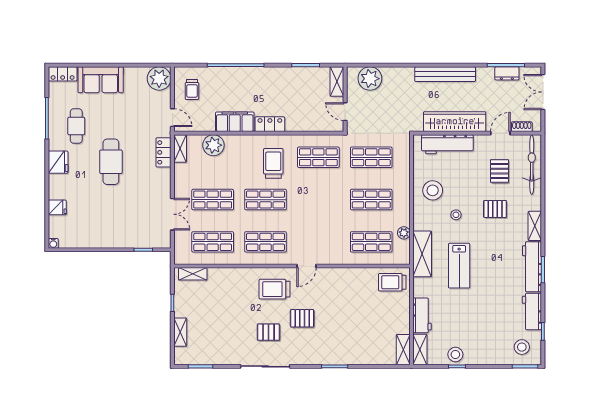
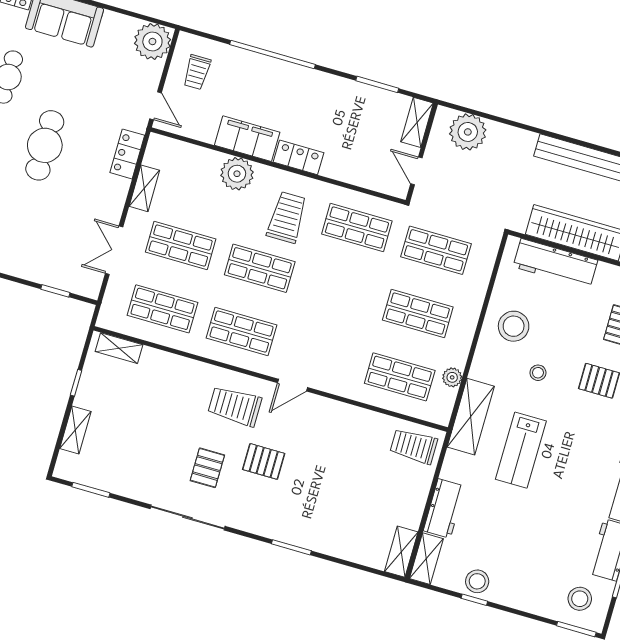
plant: (213, 145) -> (237, 174), moved
shelving: (180, 149) -> (144, 188), moved
double door: (172, 214) -> (114, 250), swing flipped
pallet: (269, 332) -> (207, 468), turned 90

